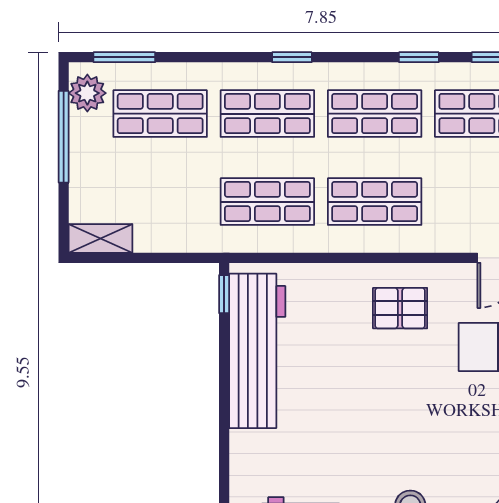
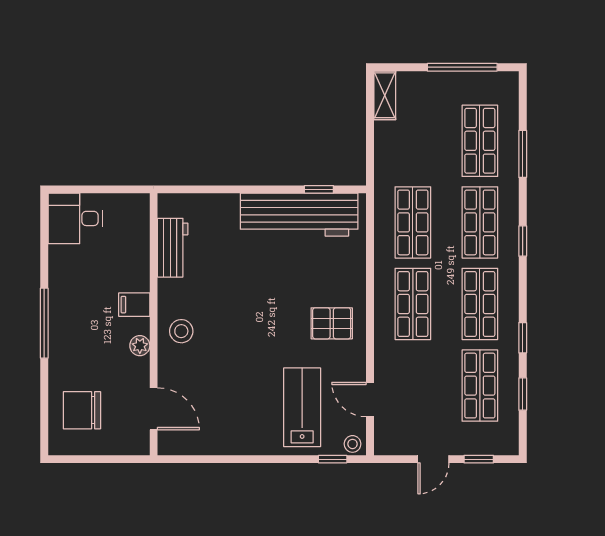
window: (124, 57) -> (523, 154), moved
plant: (87, 93) -> (495, 85), removed
window: (224, 294) -> (319, 189), moved
pallet: (400, 308) -> (332, 323), turned 90

